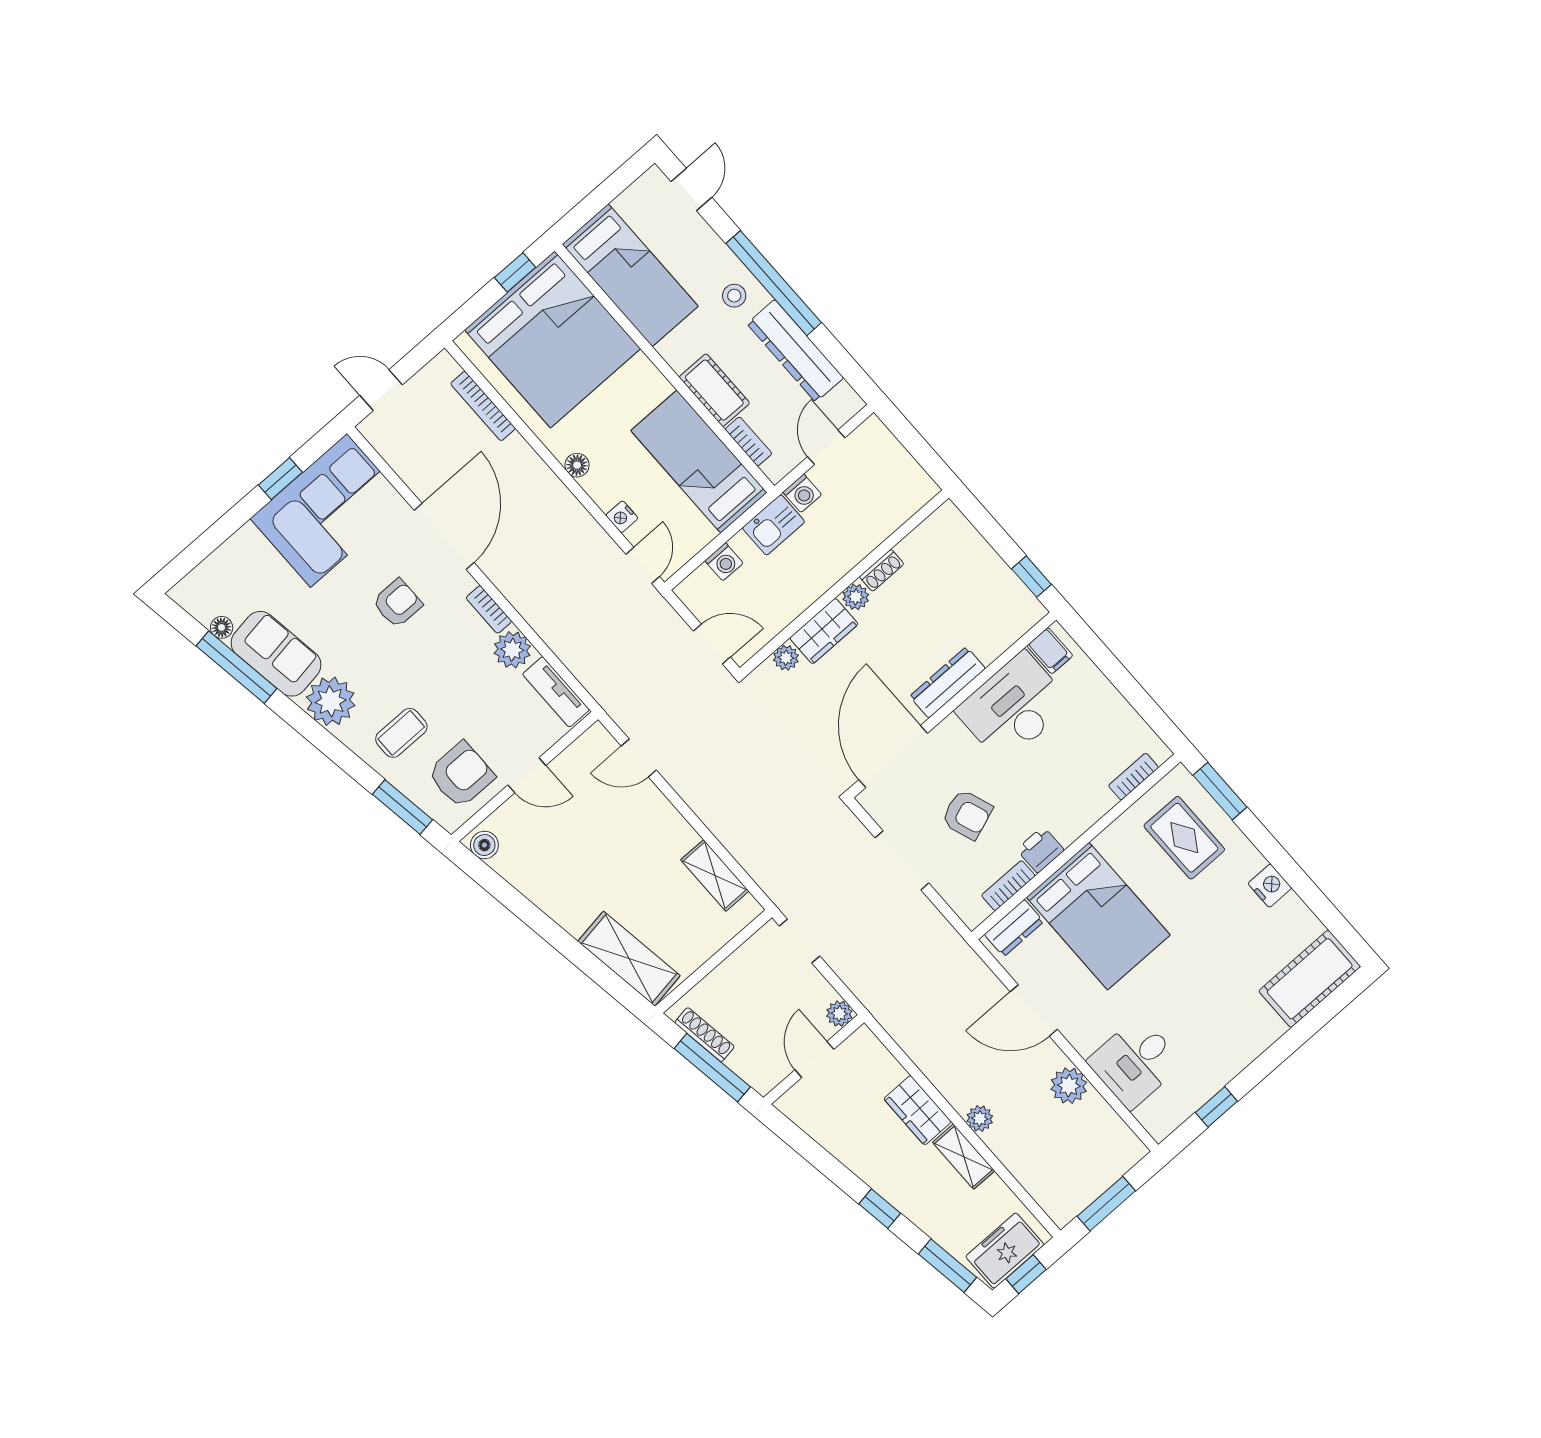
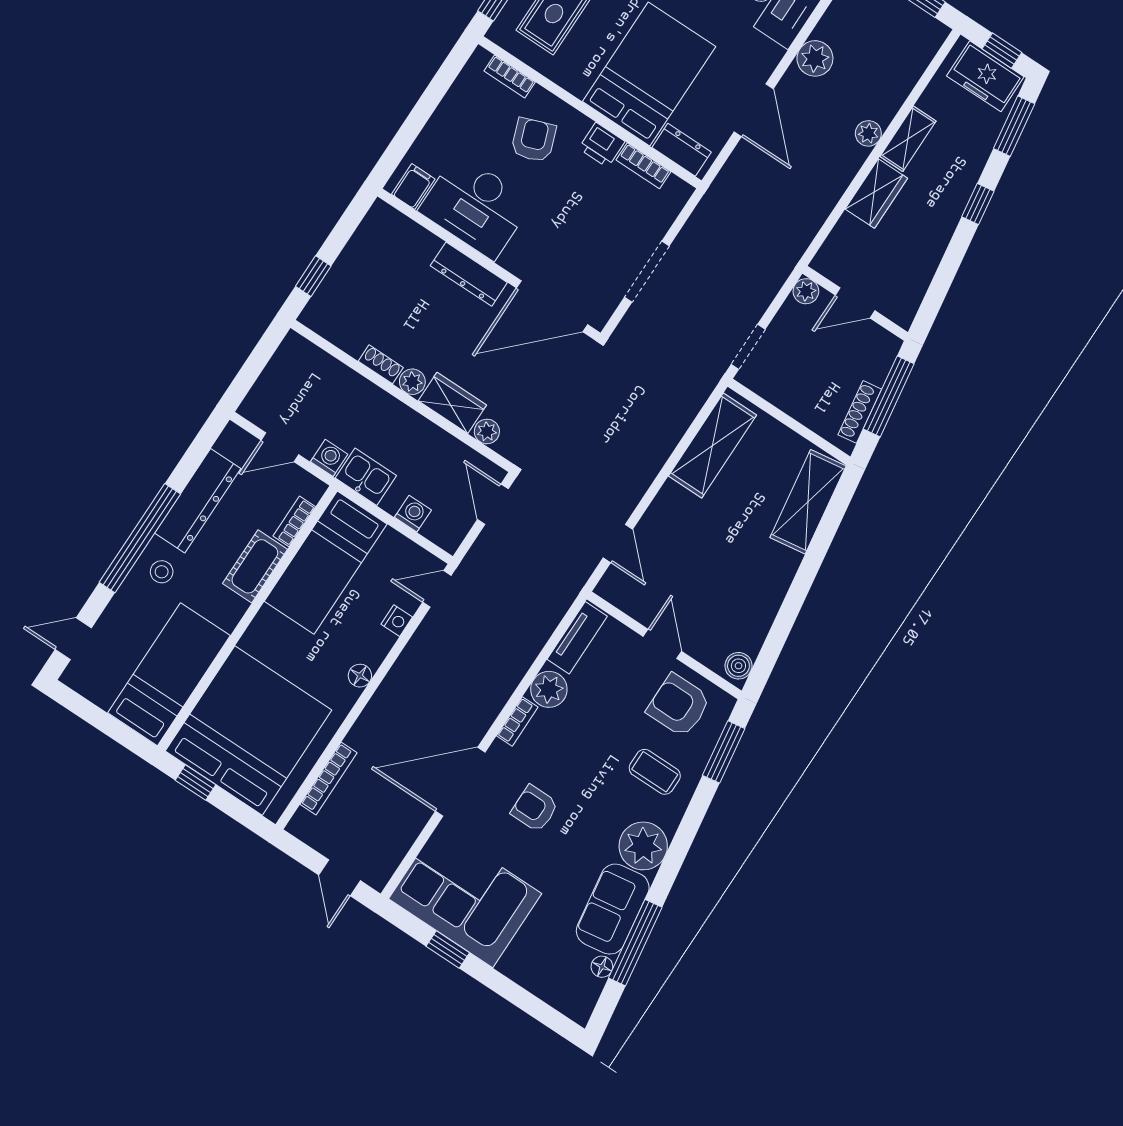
window: (1031, 577) -> (313, 276), moved
armchair: (967, 814) -> (534, 140), moved
shelving: (715, 875) -> (712, 445), width x1.50, depth x1.33

